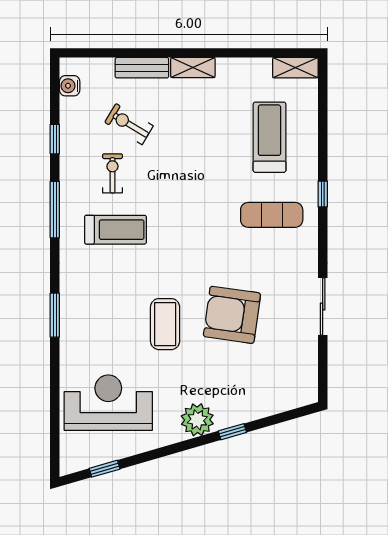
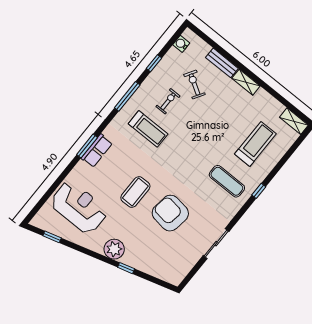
row of seats: (72, 311) -> (97, 151), added

